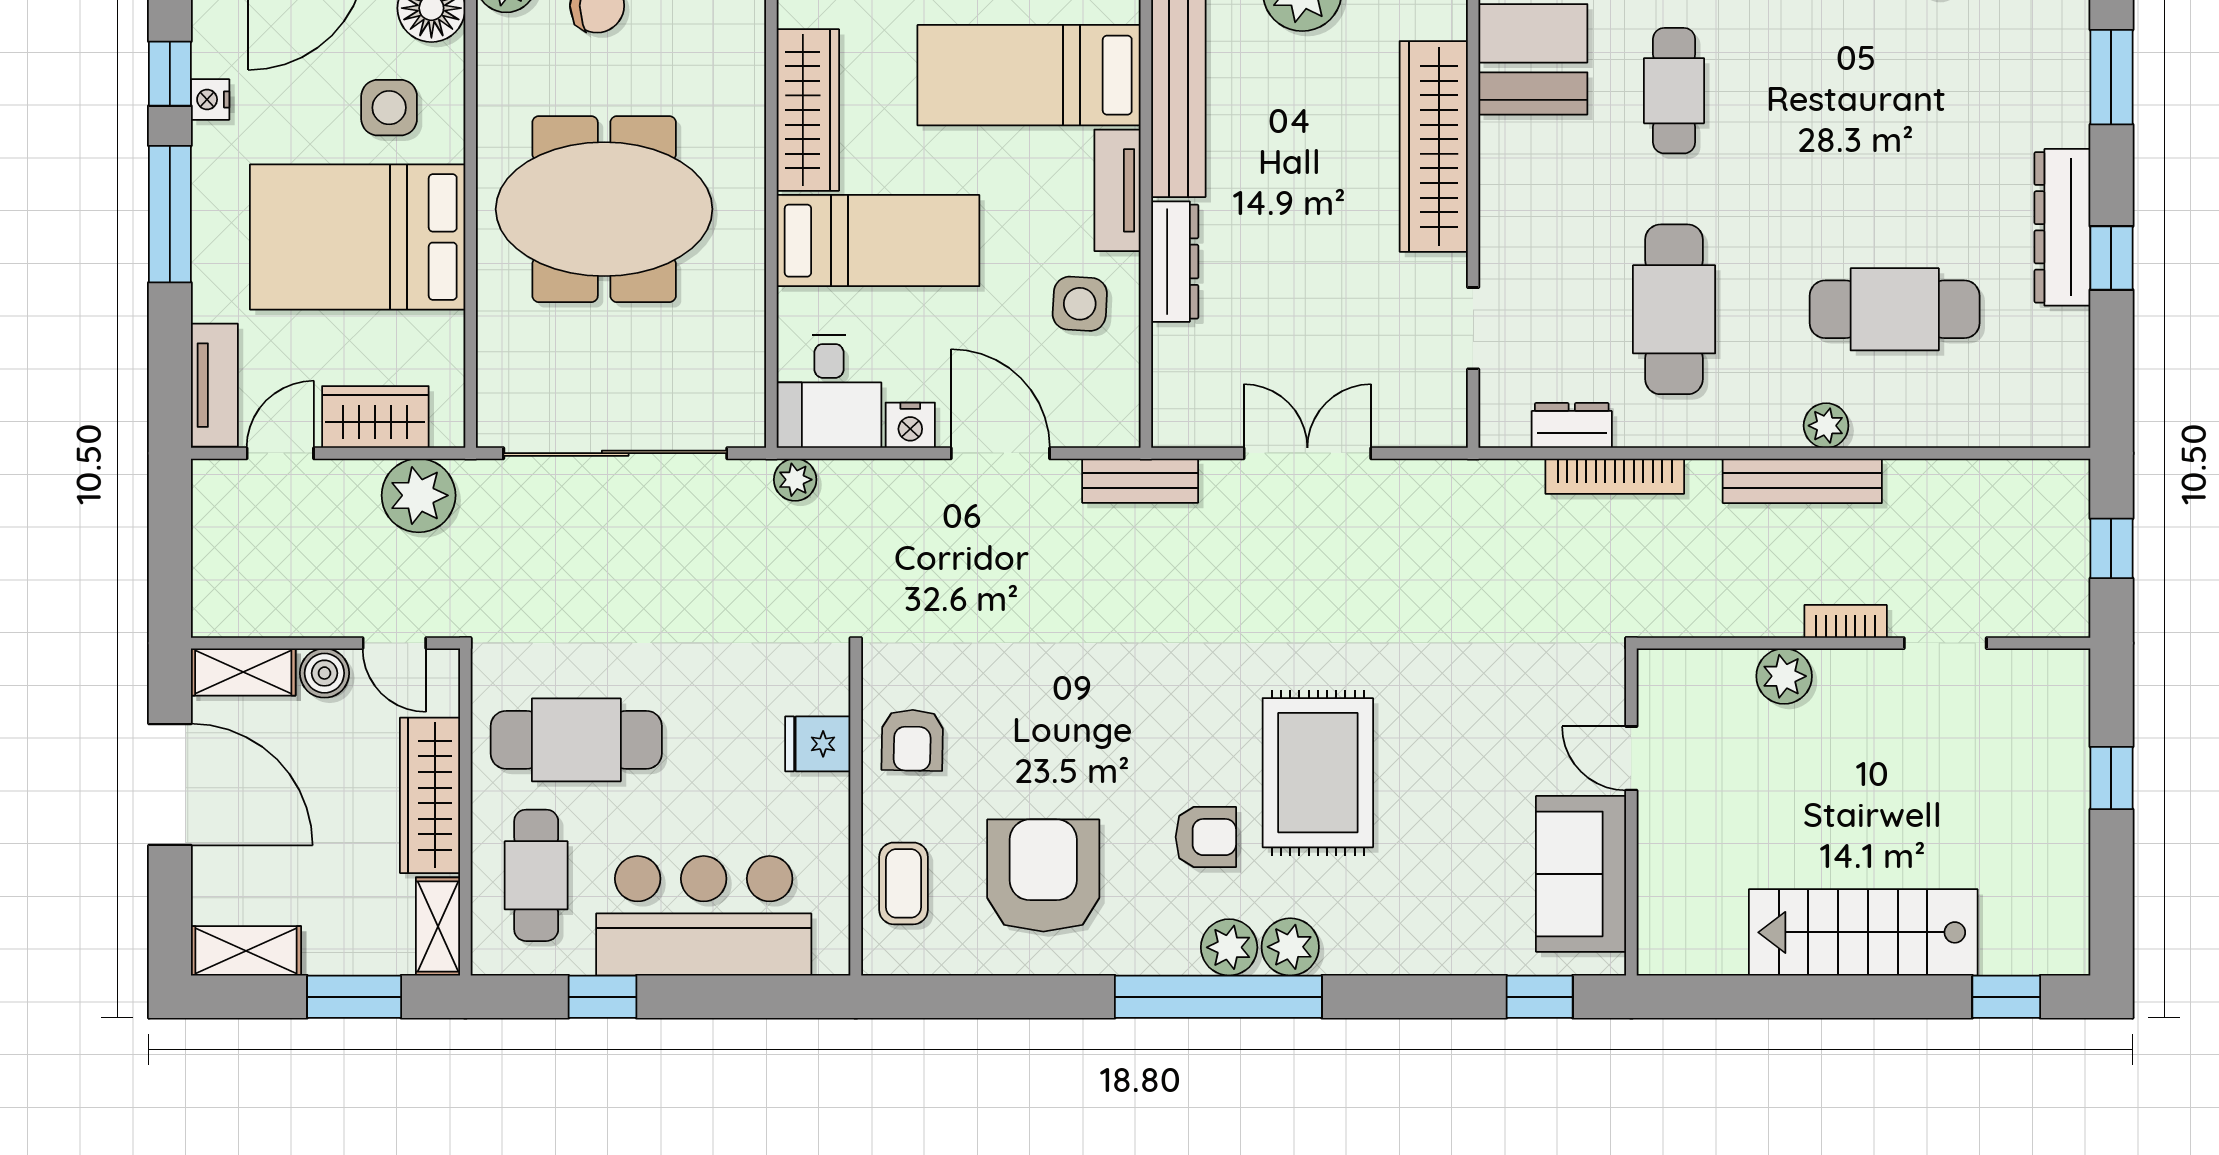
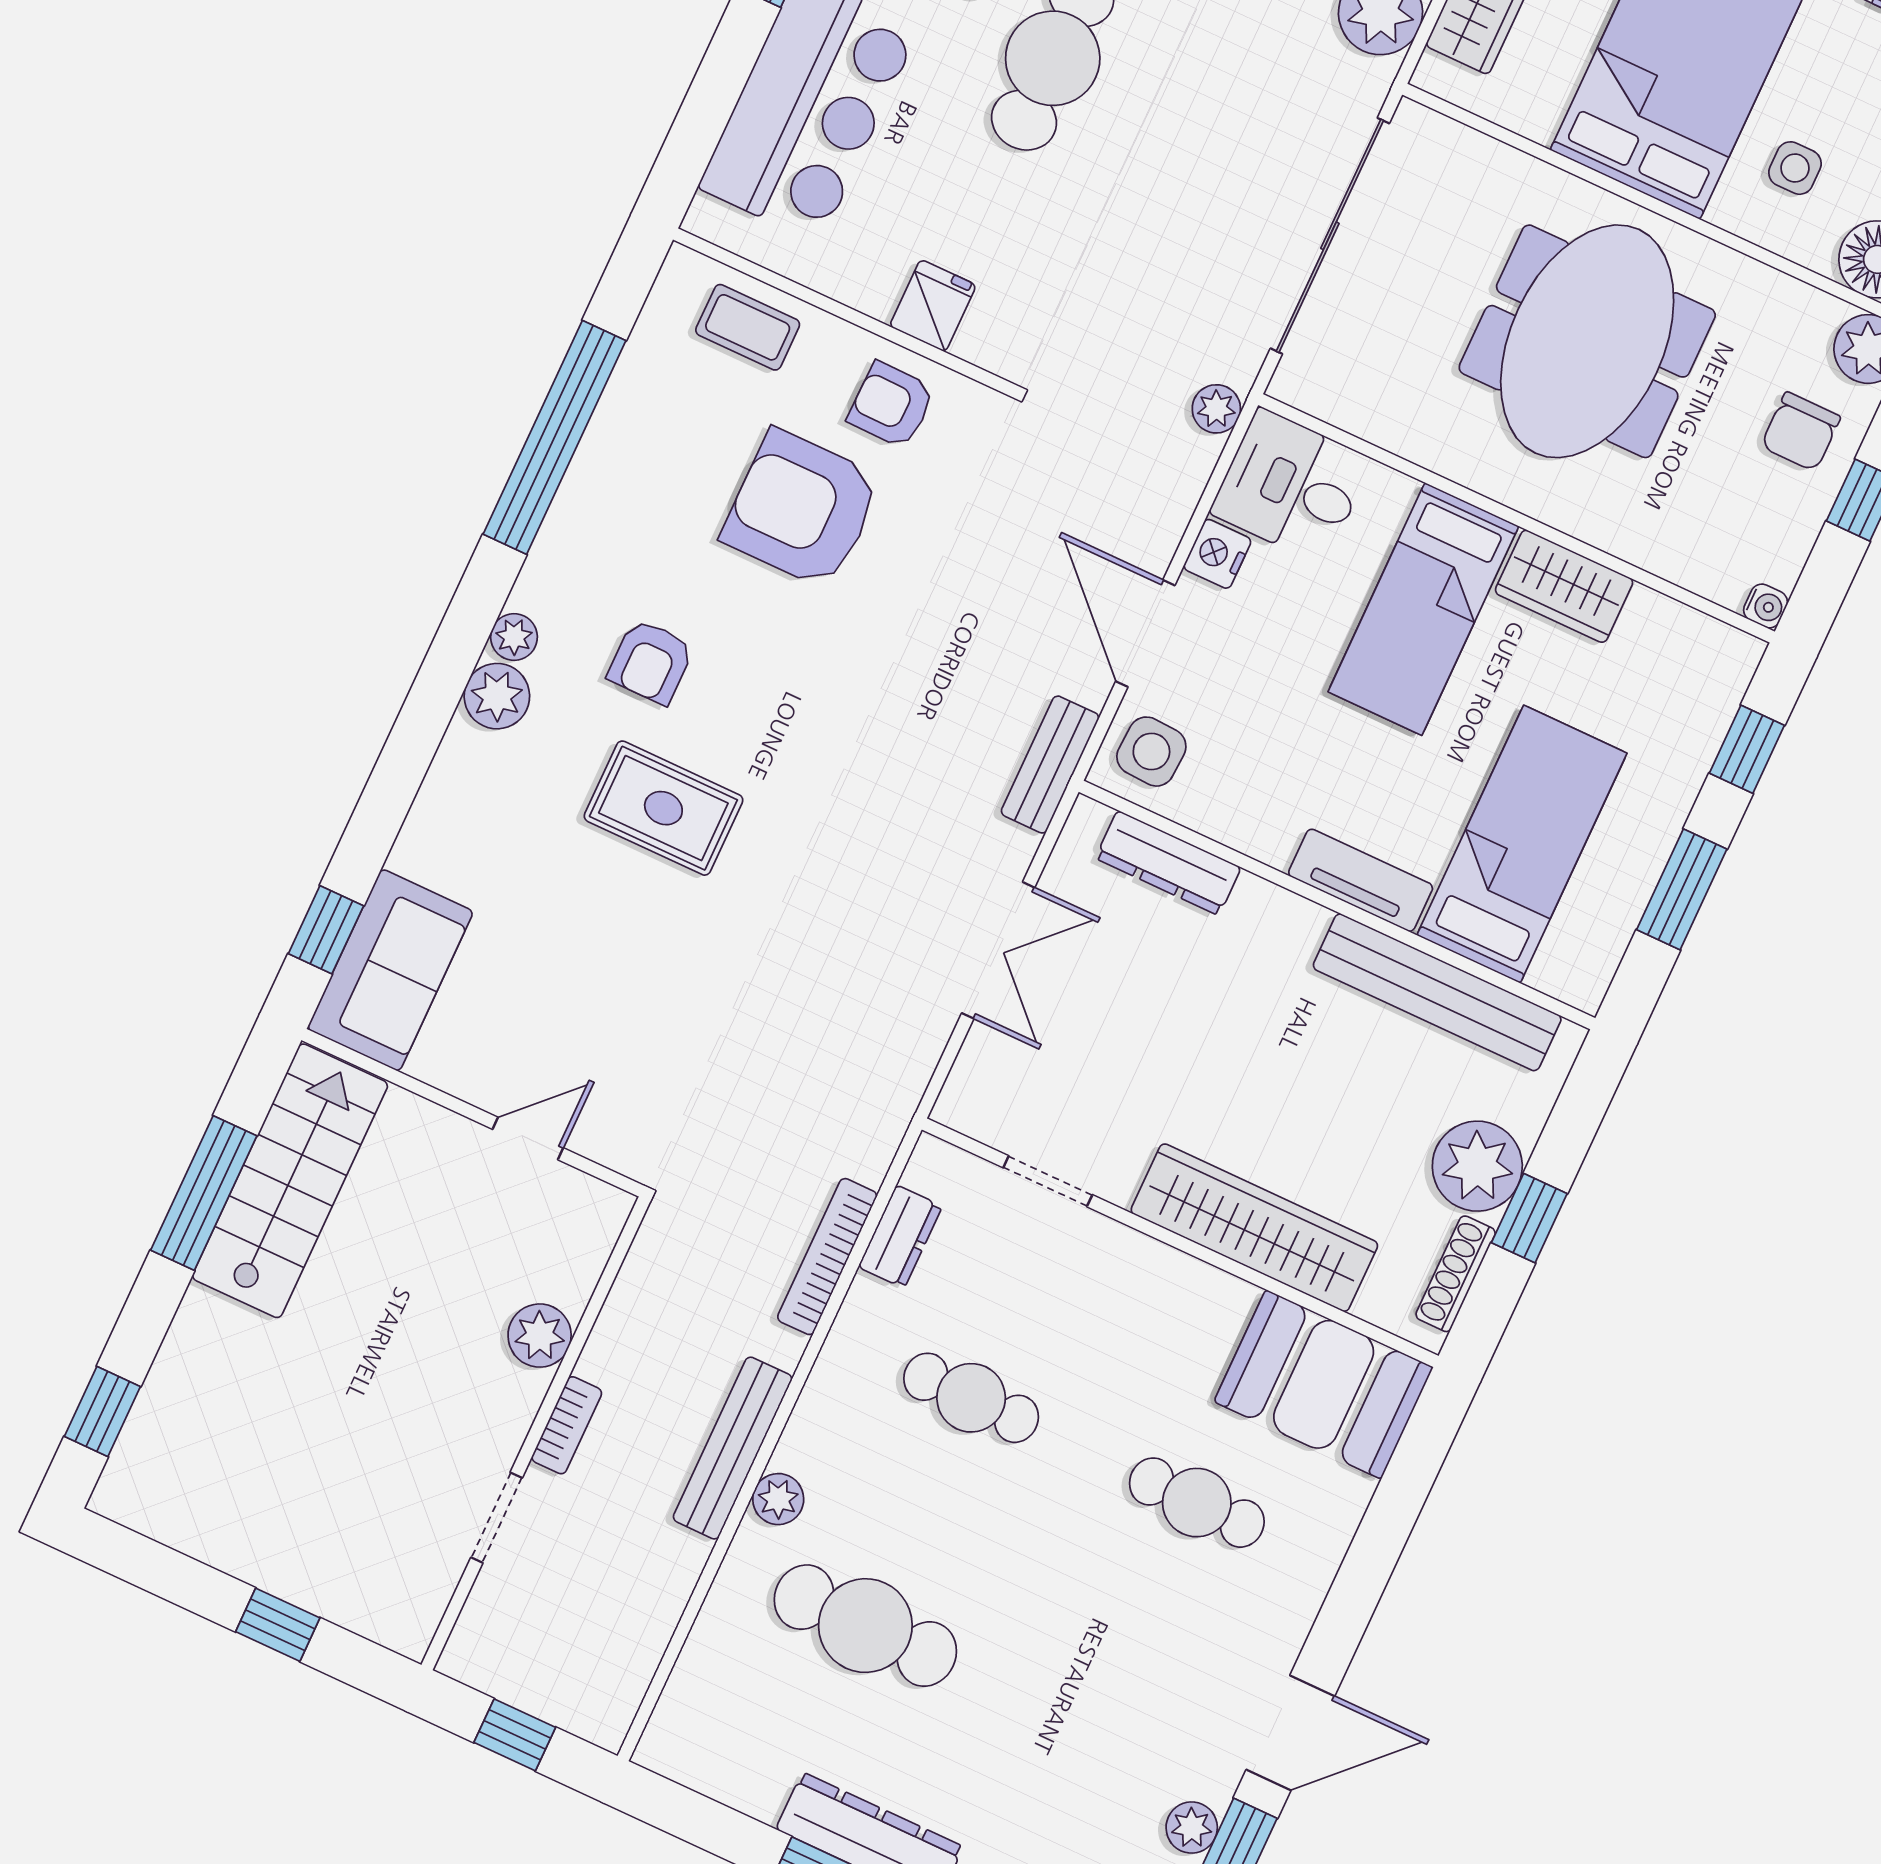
side table: (389, 108) -> (1795, 168), width x0.73, depth x0.73
wardrobe: (808, 110) -> (1564, 586), width x0.67
dresser: (1175, 262) -> (1168, 863), moved
side table: (1080, 304) -> (1151, 752), moved
cafe table: (1674, 309) -> (971, 1398), width x0.73, depth x0.74
cafe table: (1895, 309) -> (865, 1626), turned 90
door: (1000, 453) -> (1145, 633), swing flipped
rug: (1318, 773) -> (663, 808), width x0.73, depth x0.70
sofa: (1581, 874) -> (390, 970), moved, turned 90
armchair: (1043, 876) -> (802, 509), moved, turned 180
stairs: (1863, 932) -> (290, 1181), moved
plant: (1229, 947) -> (514, 637), width x0.73, depth x0.73
window: (1218, 997) -> (555, 437), moved
window: (1795, 997) -> (204, 1193), added

